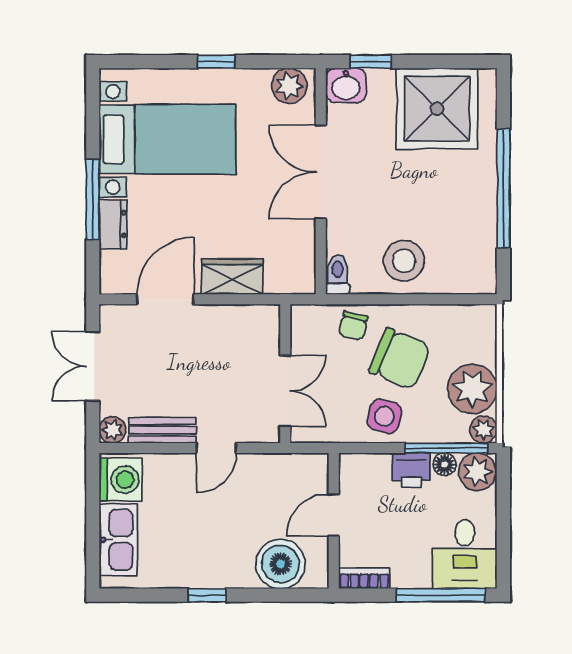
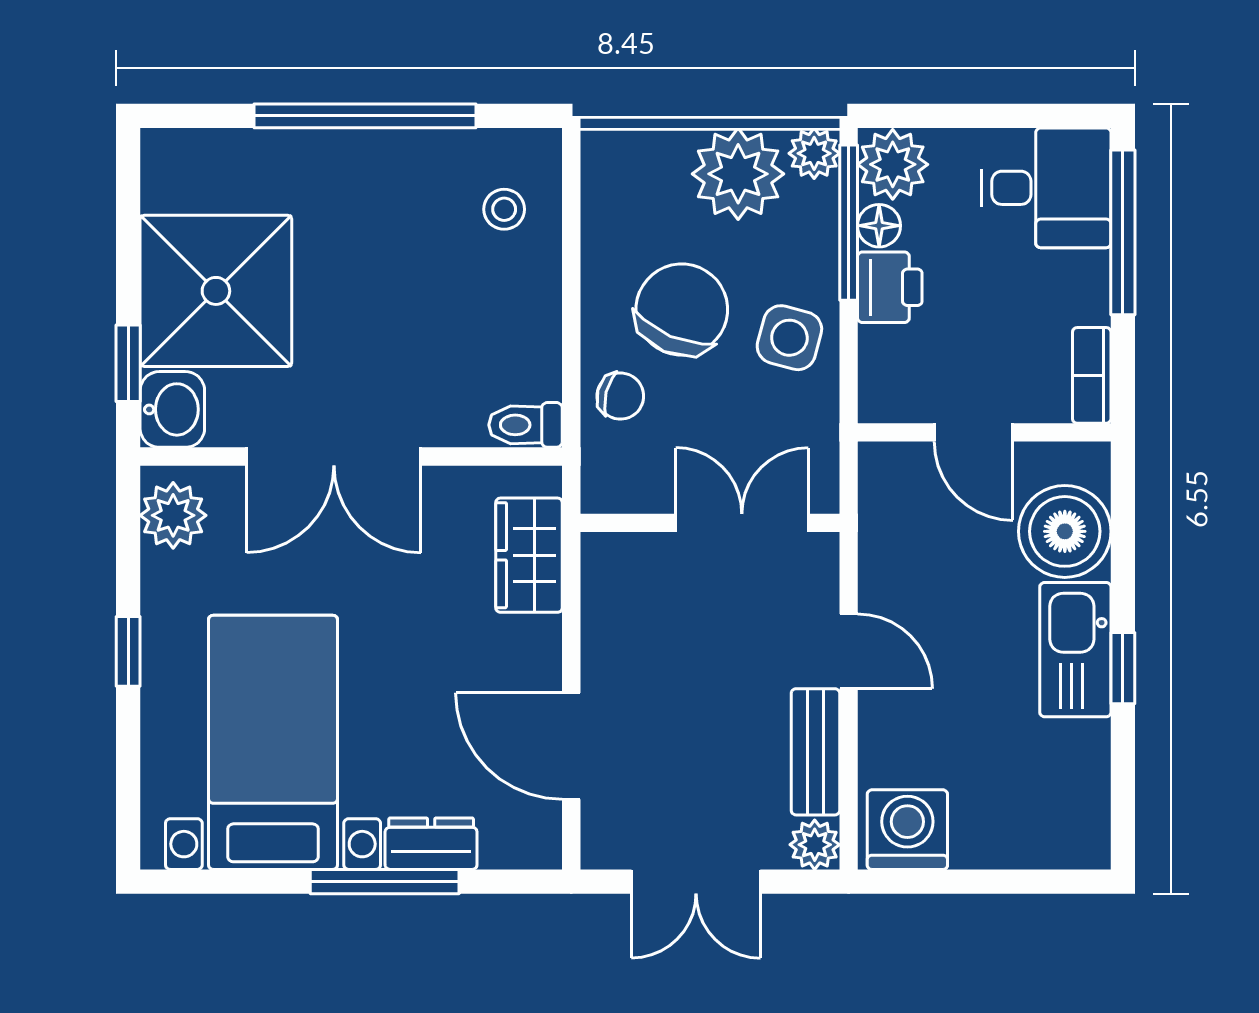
shower: (437, 109) -> (216, 291), moved
stool: (404, 261) -> (504, 209), moved, width x0.53, depth x0.53
wardrobe: (232, 277) -> (529, 555), moved
kitchen sink: (118, 540) -> (1075, 650), moved, turned -90

